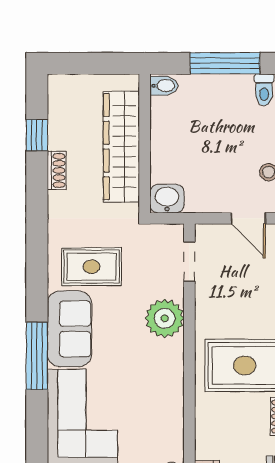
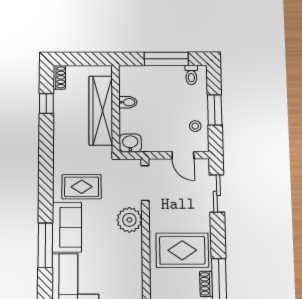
bidet: (164, 86) -> (128, 102), moved
shoe rack: (57, 170) -> (59, 77), moved
doorway: (189, 262) -> (145, 183), width x1.38

